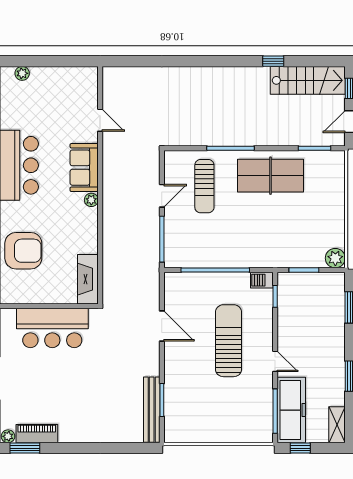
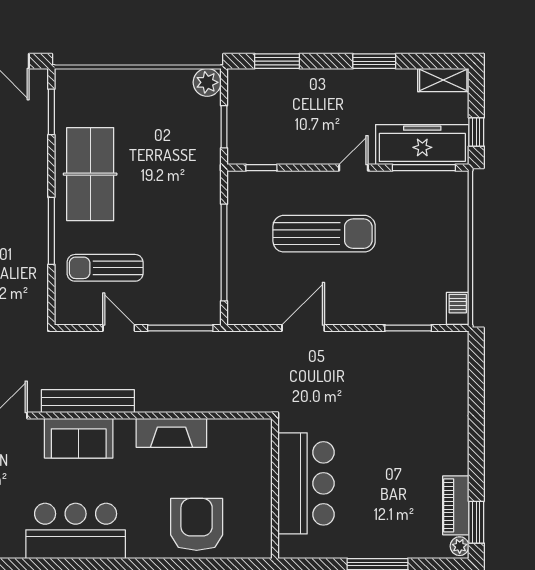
sun lounger: (204, 186) -> (105, 268), turned 180
plant: (91, 200) -> (125, 428), removed
fireplace: (88, 279) -> (171, 433), moved
barbecue: (262, 280) -> (458, 308), moved, turned 180
sun lounger: (229, 341) -> (324, 234), turned 180
bench: (152, 410) -> (88, 401), moved

